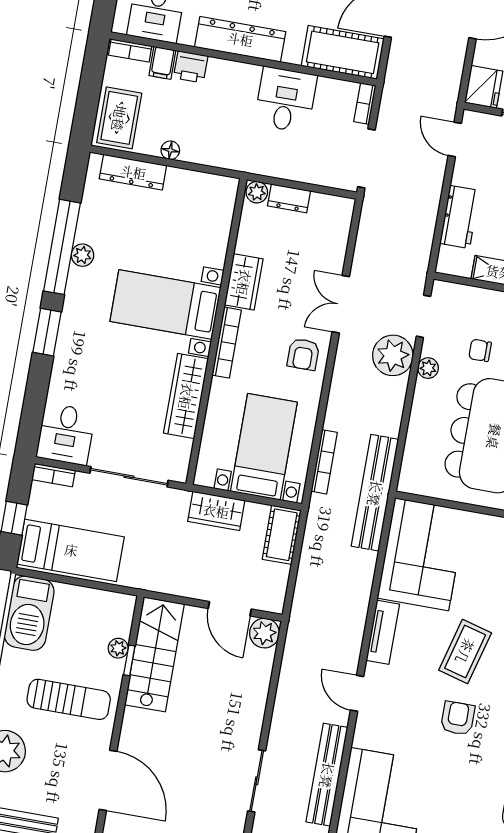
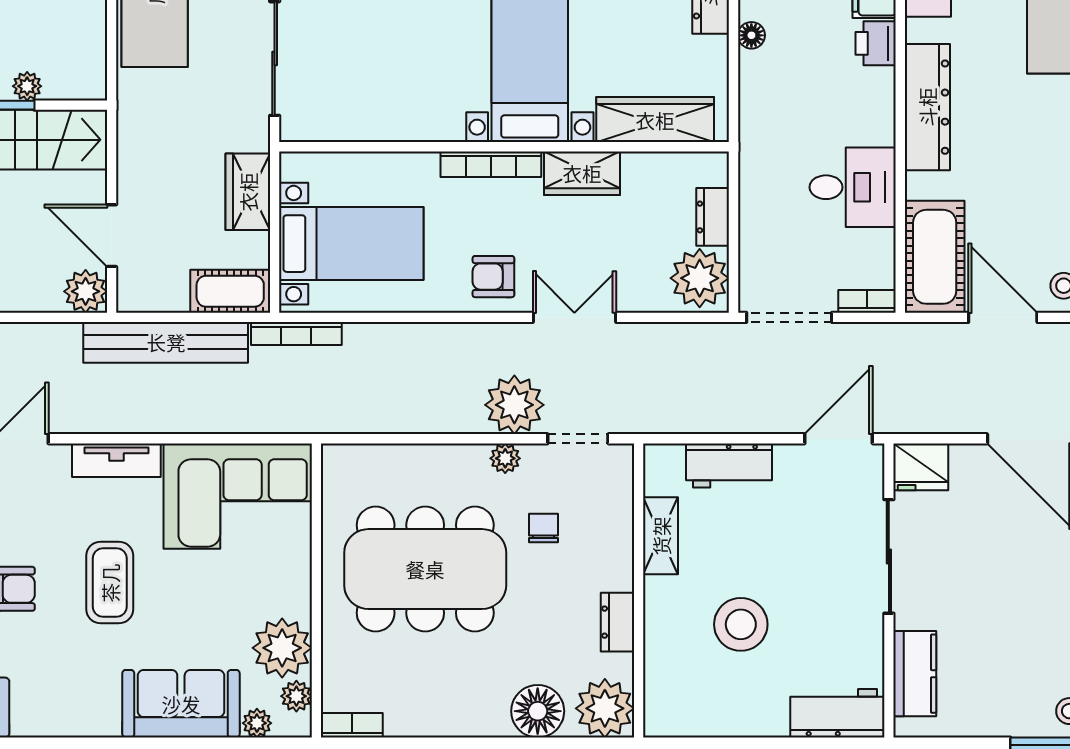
door: (455, 139) -> (839, 439), width x1.38
plant: (257, 192) -> (700, 278), moved, width x1.88, depth x1.88
wardrobe: (186, 396) -> (655, 120), moved
bookcase: (324, 462) -> (296, 334), moved
bench: (375, 493) -> (166, 342), moved
door: (230, 609) -> (112, 236), hinge flipped
coffee table: (465, 651) -> (110, 583), turned 75

